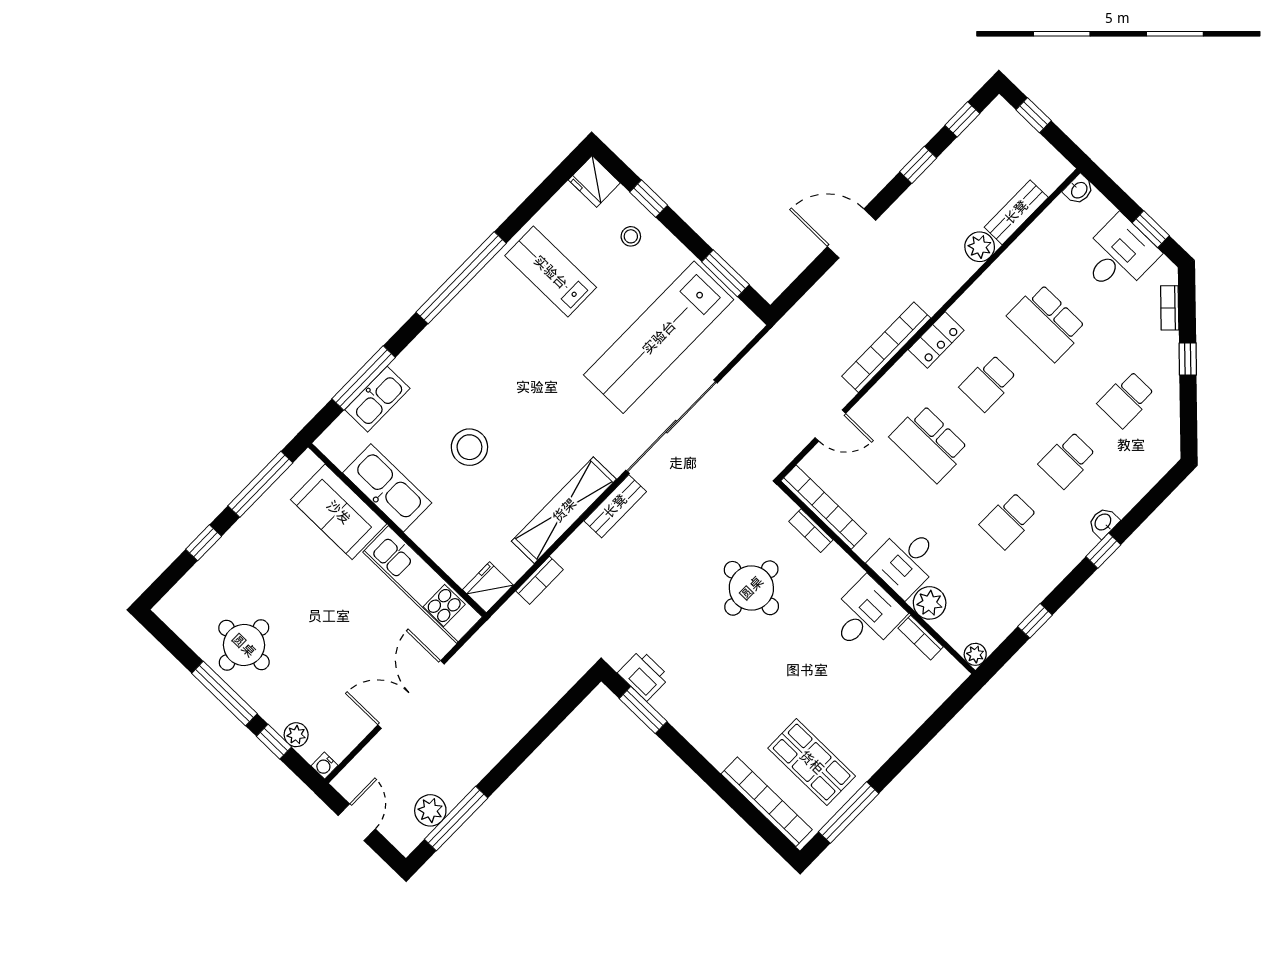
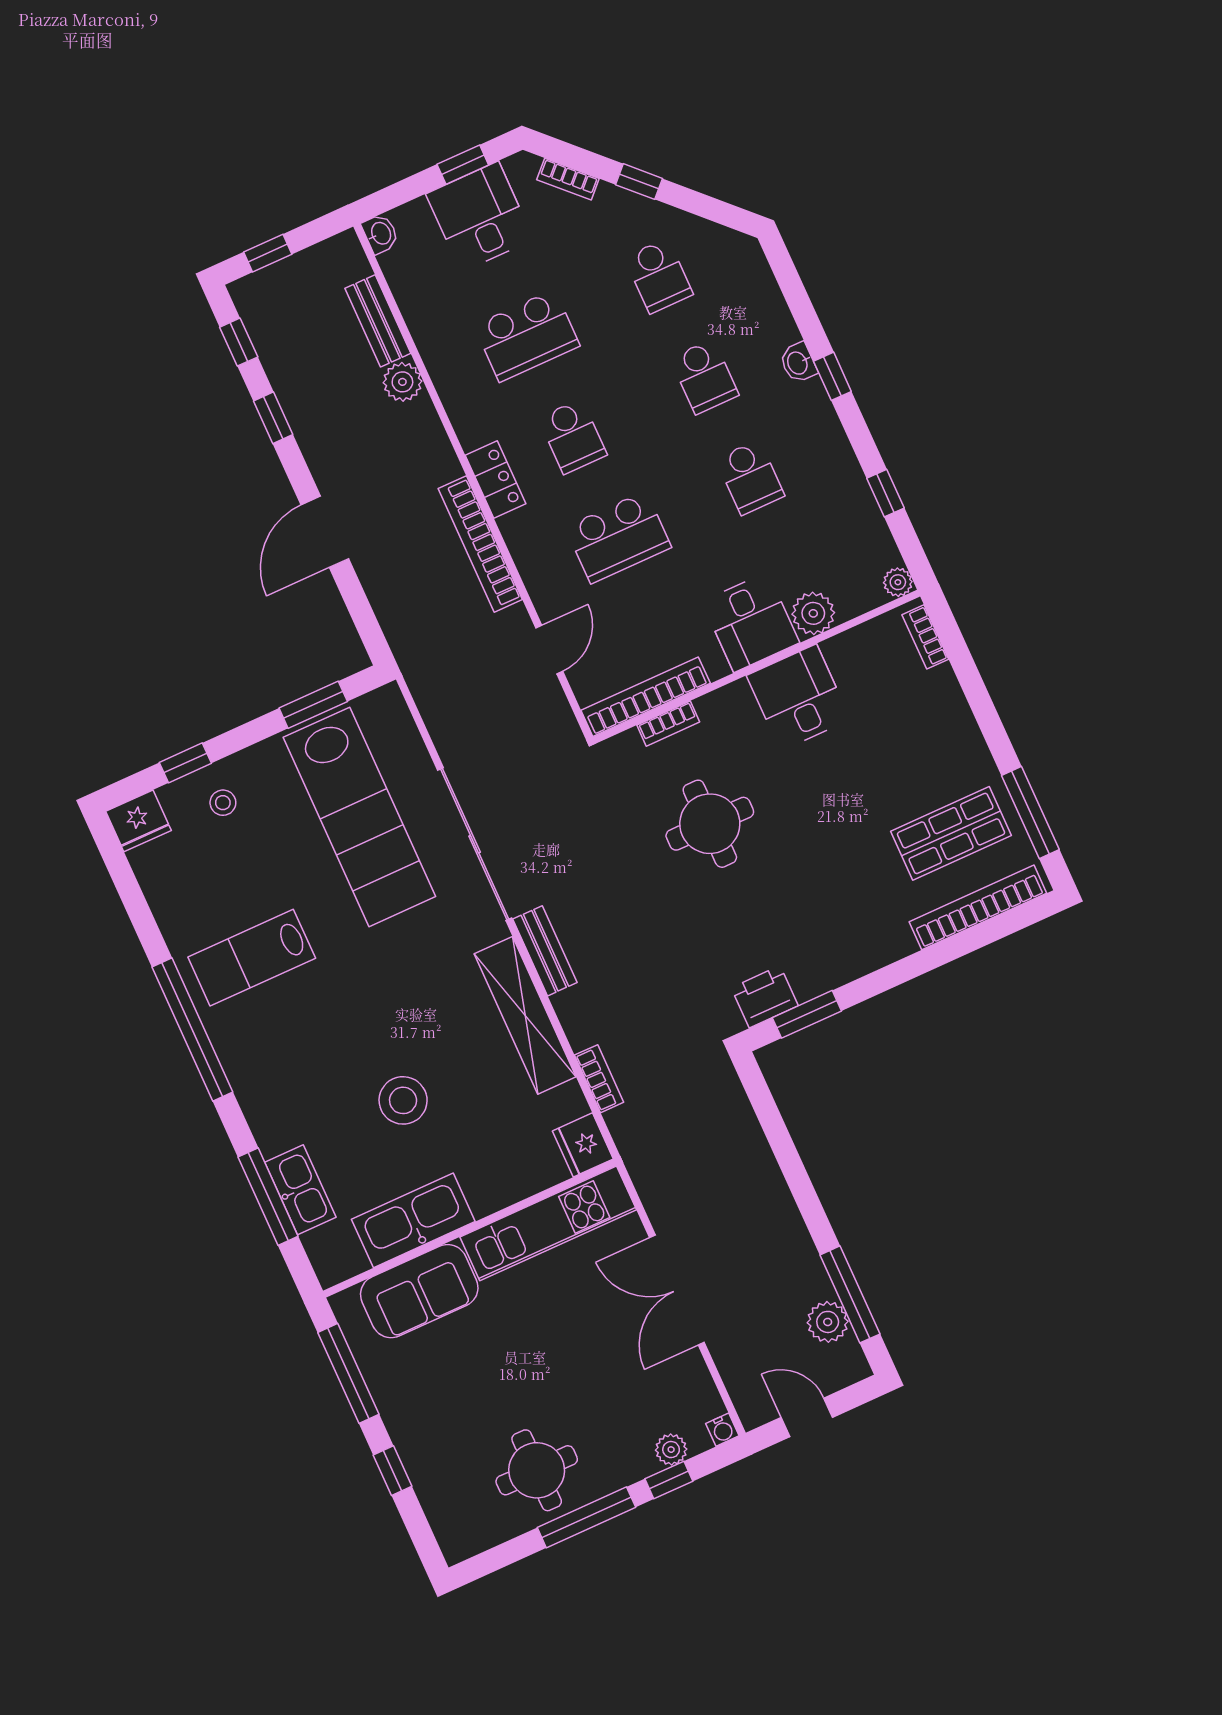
lab bench: (551, 272) -> (252, 958), moved
bookcase: (921, 638) -> (925, 637), moved, turned 90

